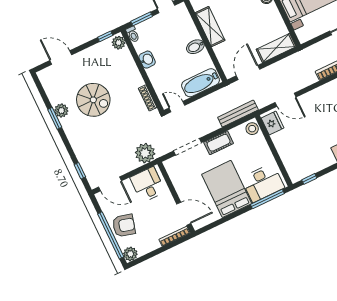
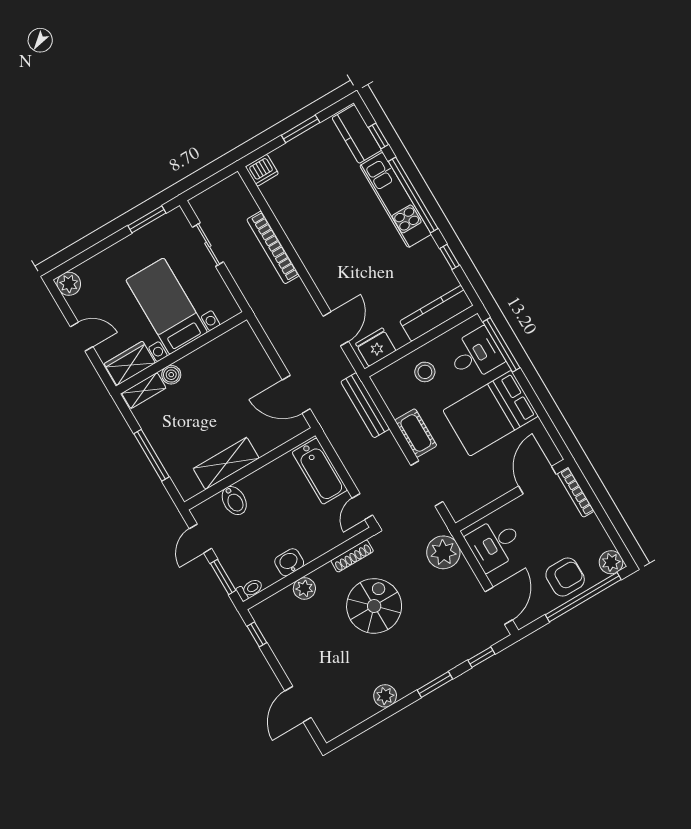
plant: (119, 43) -> (304, 588), moved
bidet: (195, 47) -> (234, 501), moved
shelving: (276, 48) -> (252, 352), removed
spiral stairs: (93, 100) -> (374, 606), moved
window: (55, 118) -> (435, 684), moved
stool: (252, 129) -> (425, 372), moved
kitchen counter: (290, 161) -> (436, 313), added
window: (309, 179) -> (450, 257), moved
desk: (263, 183) -> (475, 355), width x0.73
armchair: (124, 225) -> (565, 577), turned 75

